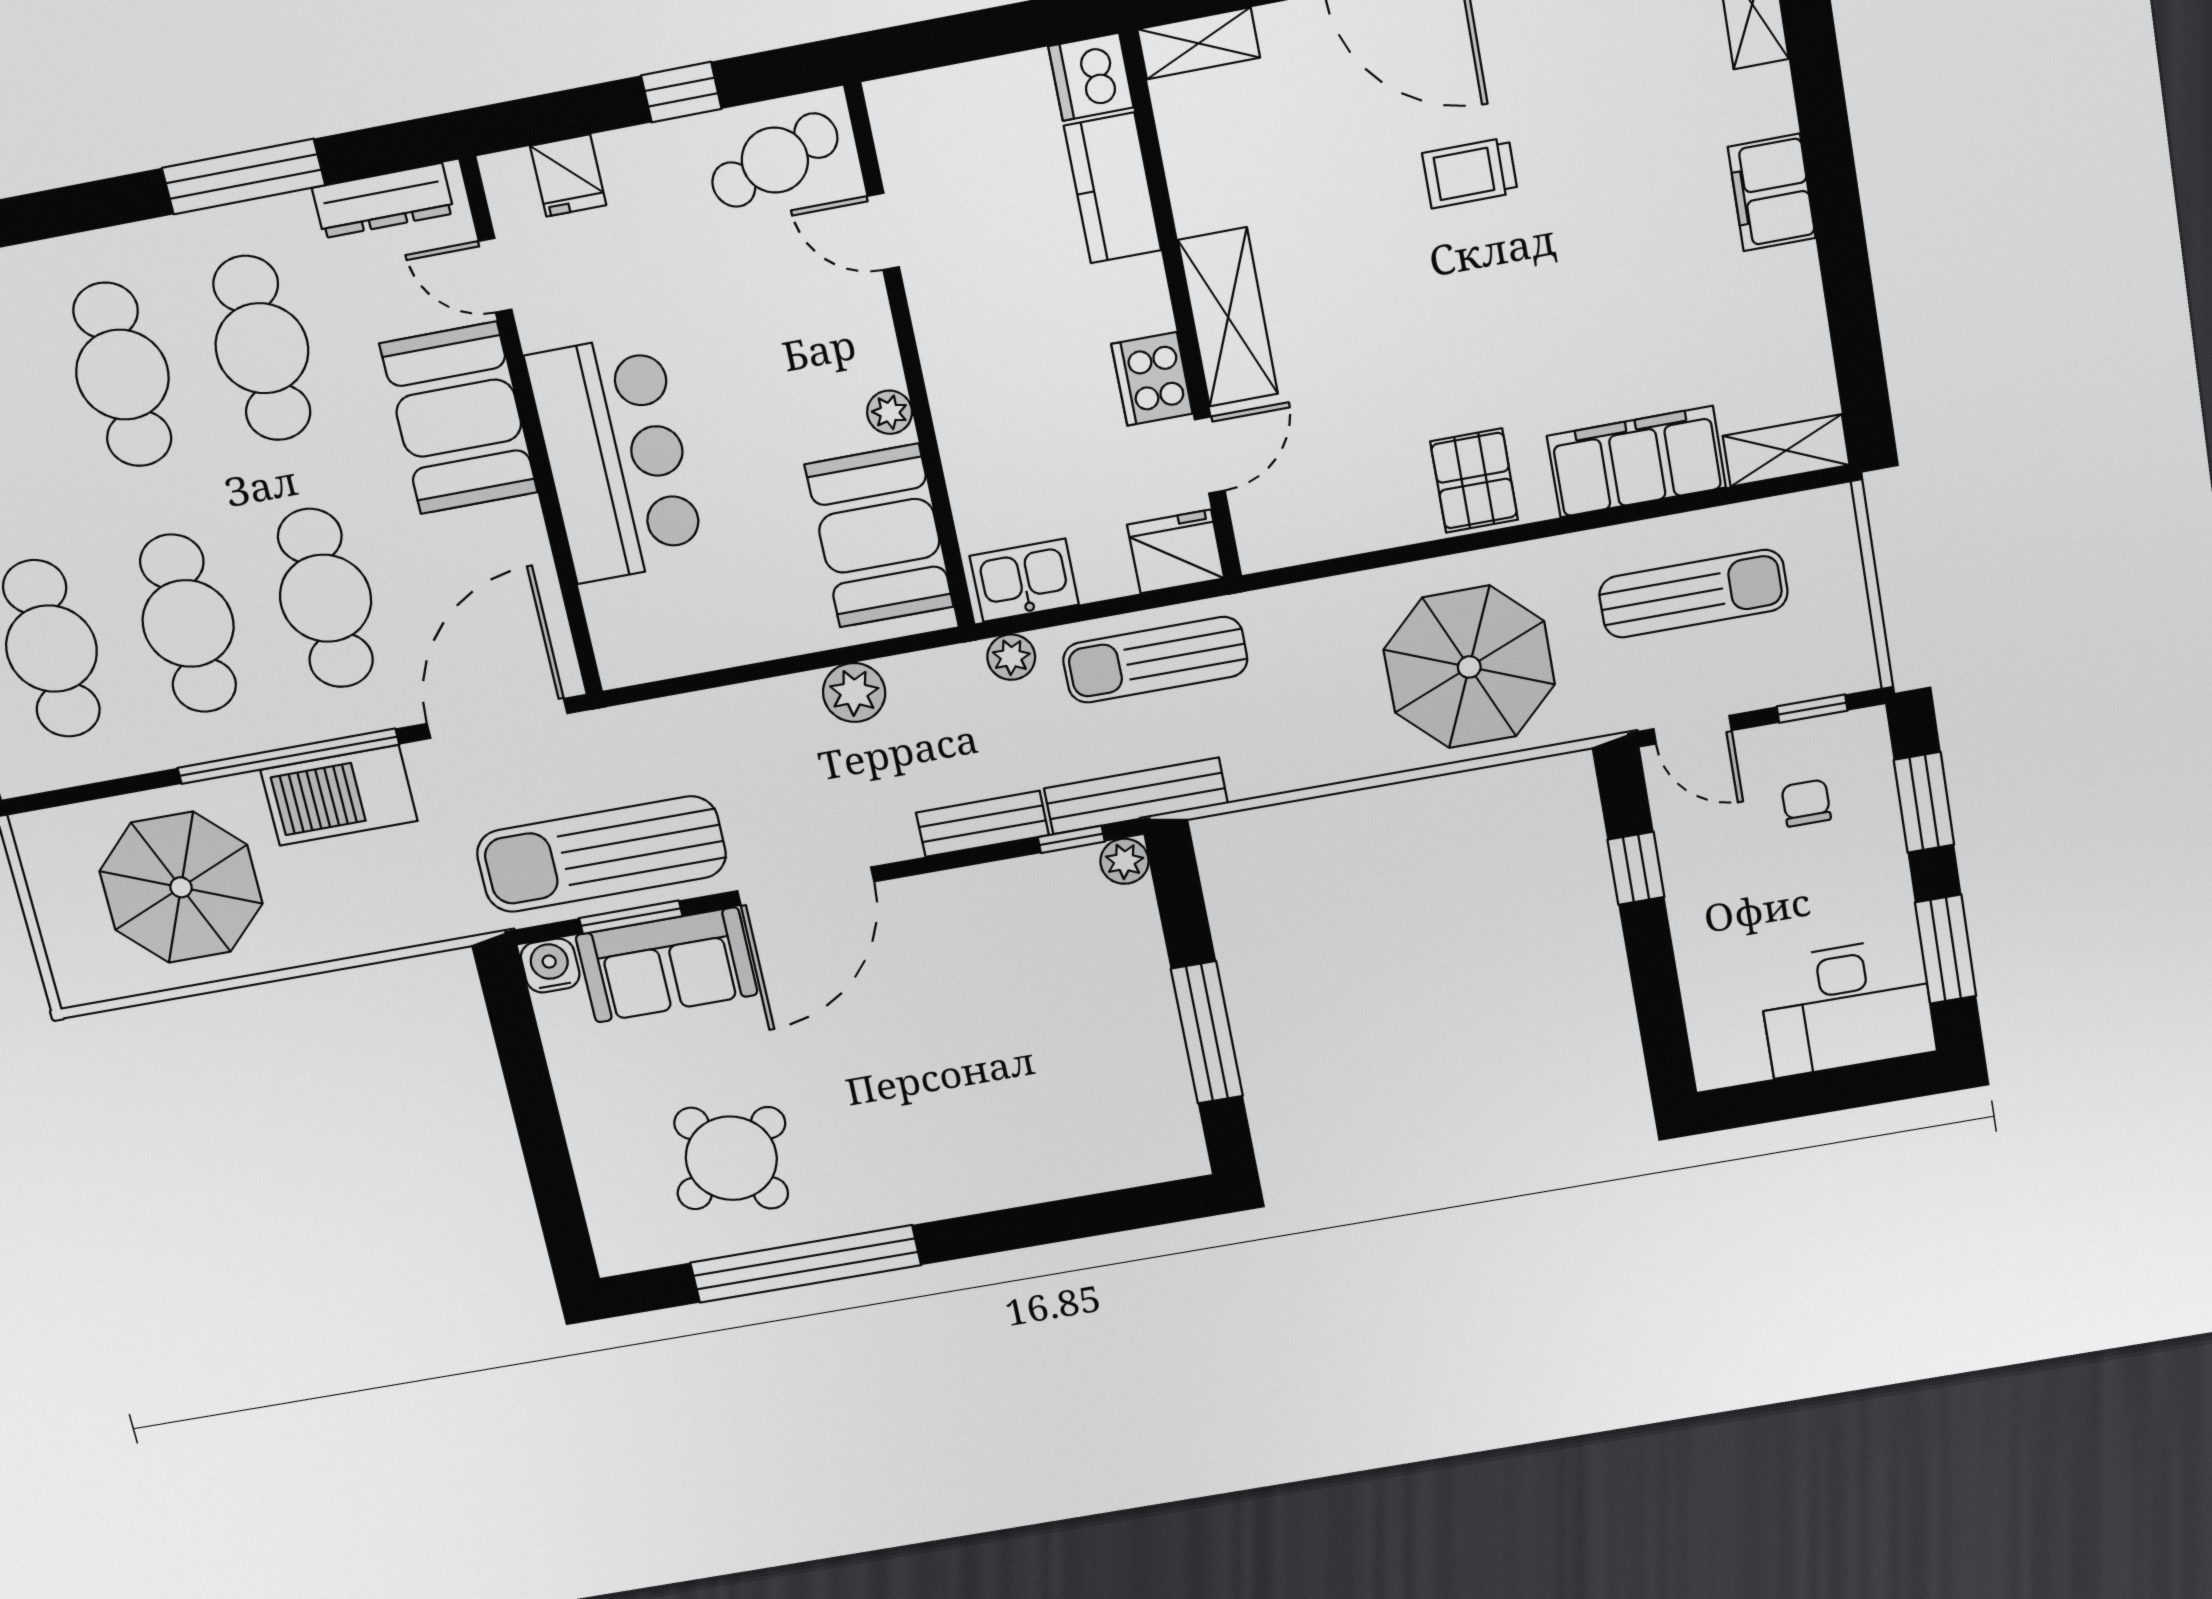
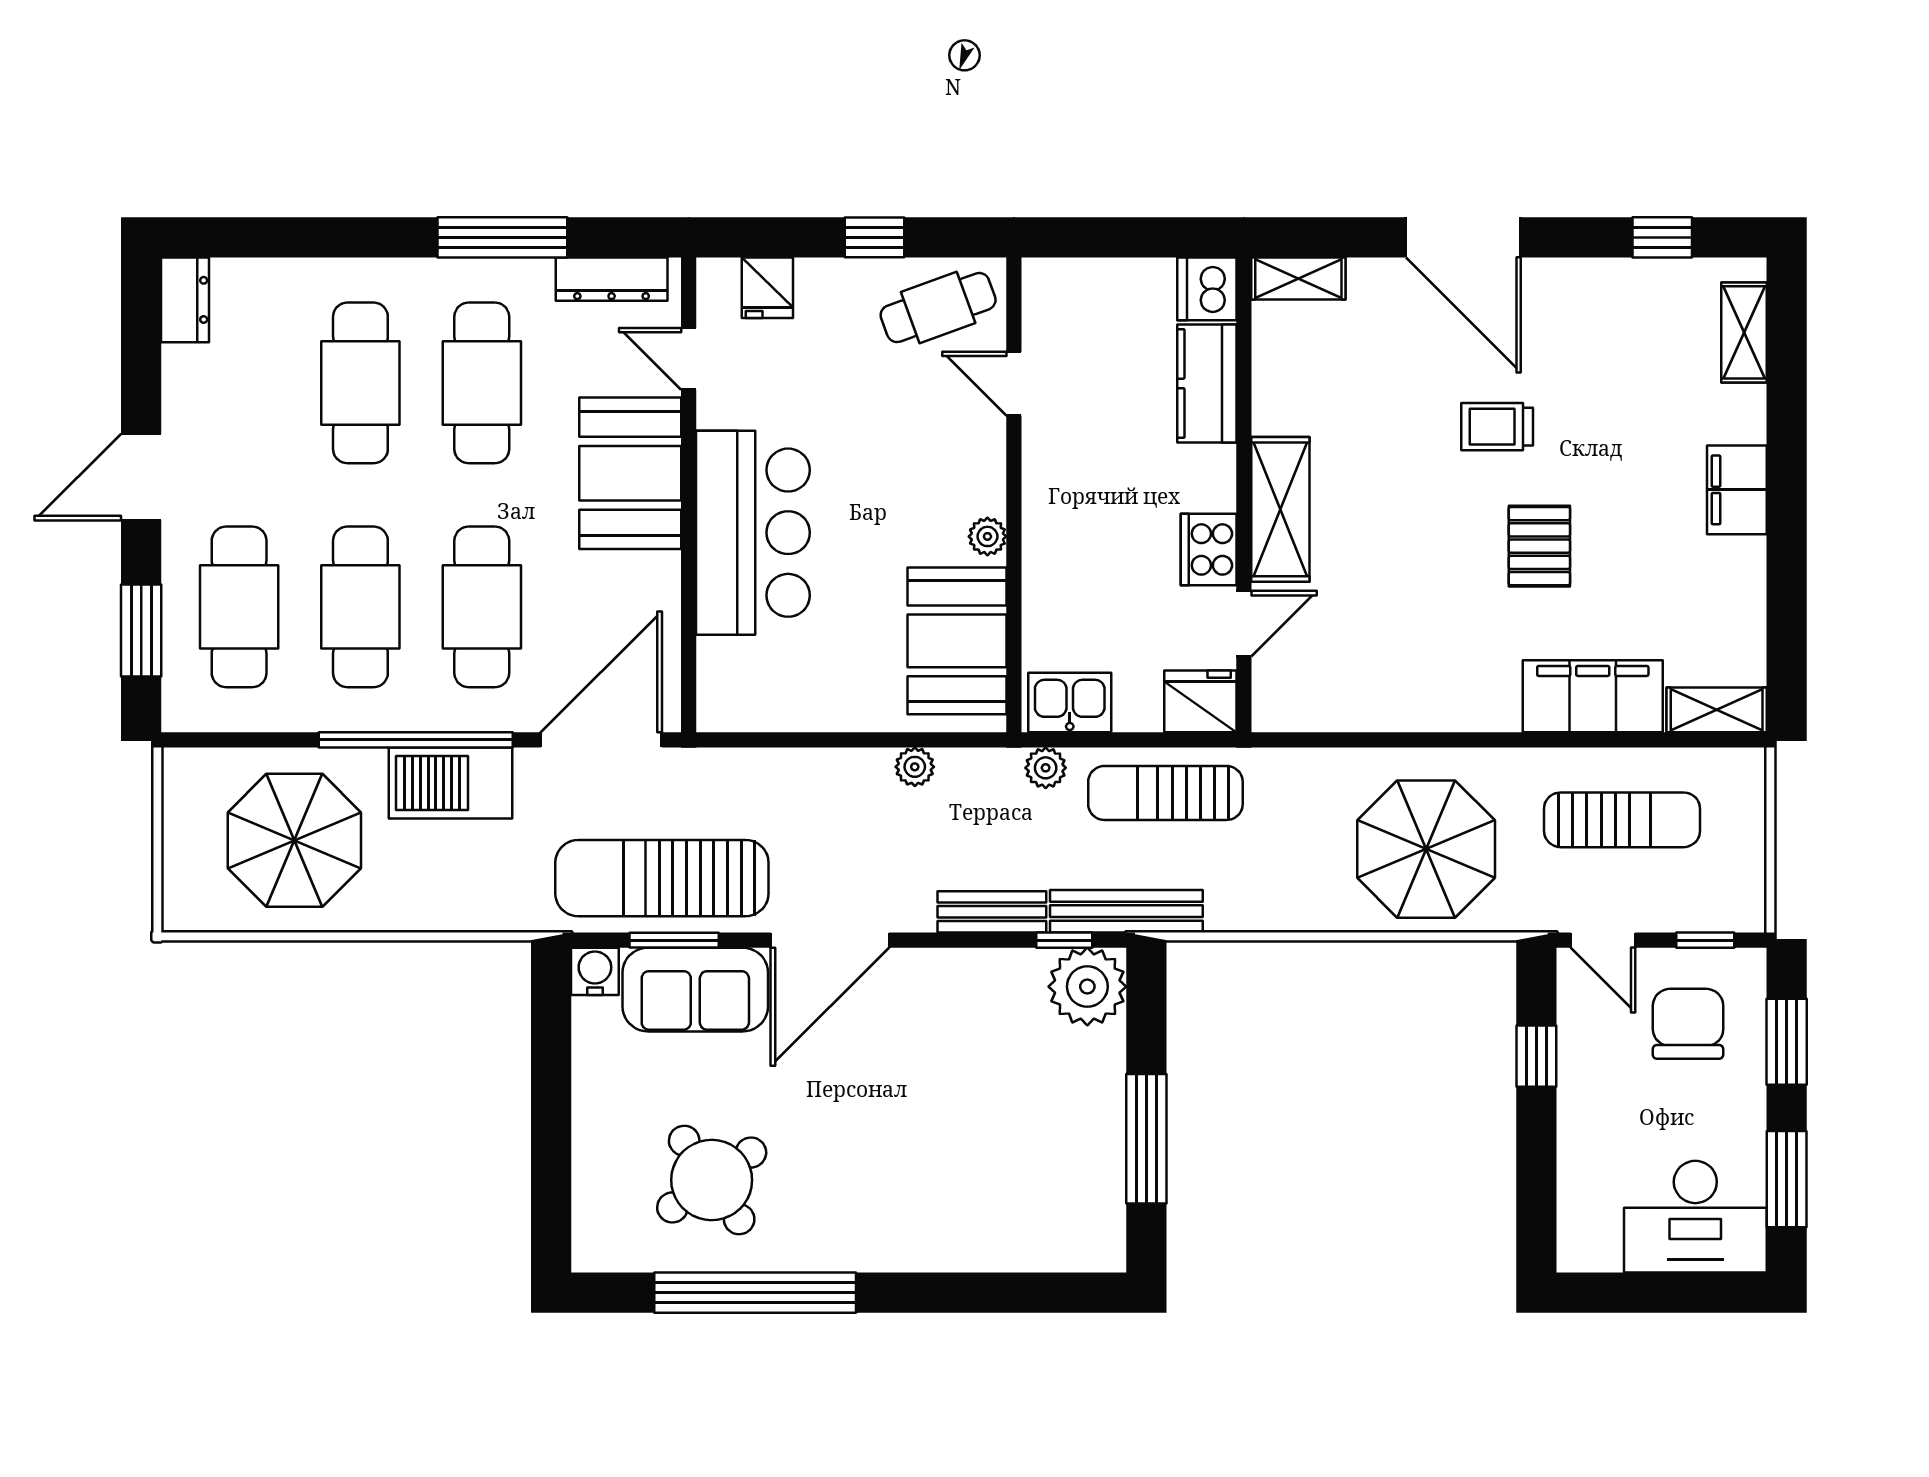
pallet: (1474, 481) -> (1539, 546), moved
plant: (854, 693) -> (915, 767), width x0.73, depth x0.73
chair: (1806, 803) -> (1688, 1024), width x1.87, depth x1.87
plant: (1124, 861) -> (1087, 987), width x1.87, depth x1.87

